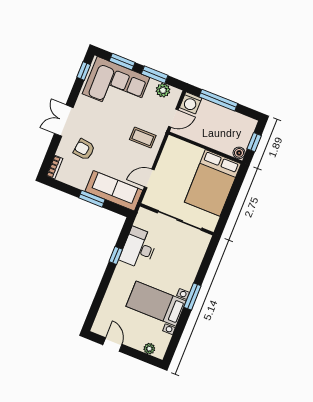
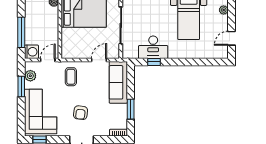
window: (122, 62) -> (21, 114), removed
door: (173, 118) -> (48, 60), hinge flipped
armchair: (84, 149) -> (81, 113), moved
door: (149, 178) -> (99, 60), swing flipped
window: (92, 199) -> (131, 109), moved
window: (116, 255) -> (154, 62), moved

